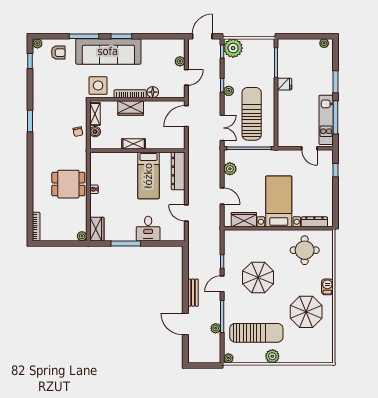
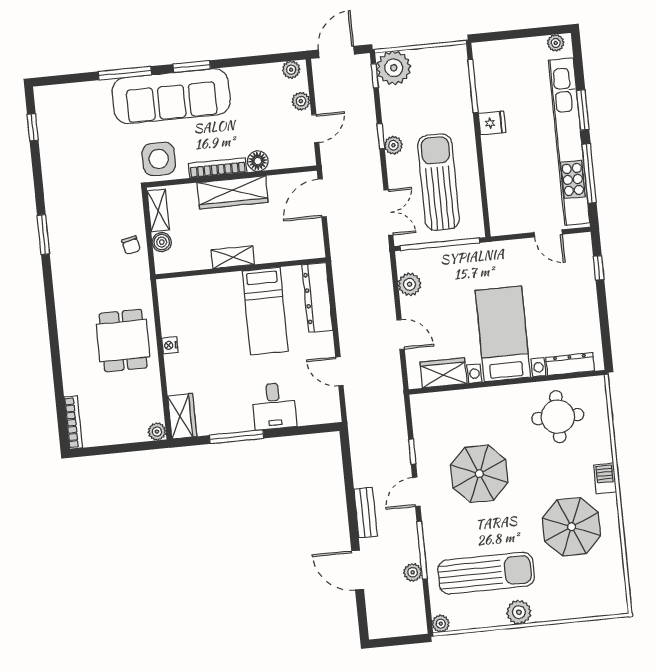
plant: (37, 43) -> (291, 70), moved
armchair: (58, 53) -> (82, 107), removed
wardrobe: (131, 108) -> (233, 192), width x1.50
kitchen unit: (326, 120) -> (569, 141), width x1.86
dining table: (68, 184) -> (123, 341), turned 90

